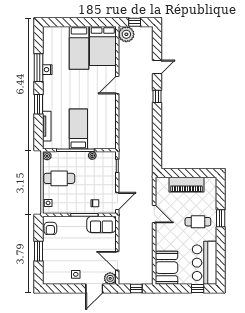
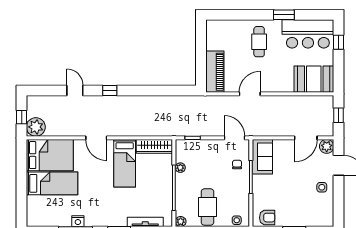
bed: (78, 129) -> (125, 163), moved, turned -90
wardrobe: (110, 134) -> (154, 146), added
piano: (187, 185) -> (215, 72), moved
window: (221, 218) -> (284, 15), moved

